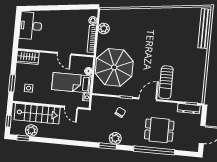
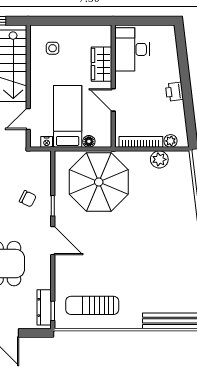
printer: (63, 15) -> (174, 92), added
desk: (31, 26) -> (132, 49), moved, turned -90
door: (64, 54) -> (113, 100), hinge flipped
wardrobe: (28, 57) -> (101, 64), moved
sun lounger: (166, 82) -> (92, 305), moved
window: (12, 83) -> (58, 21), removed

